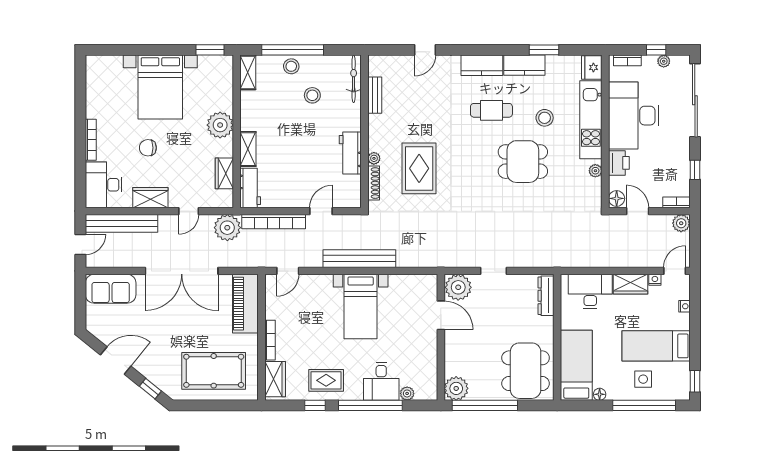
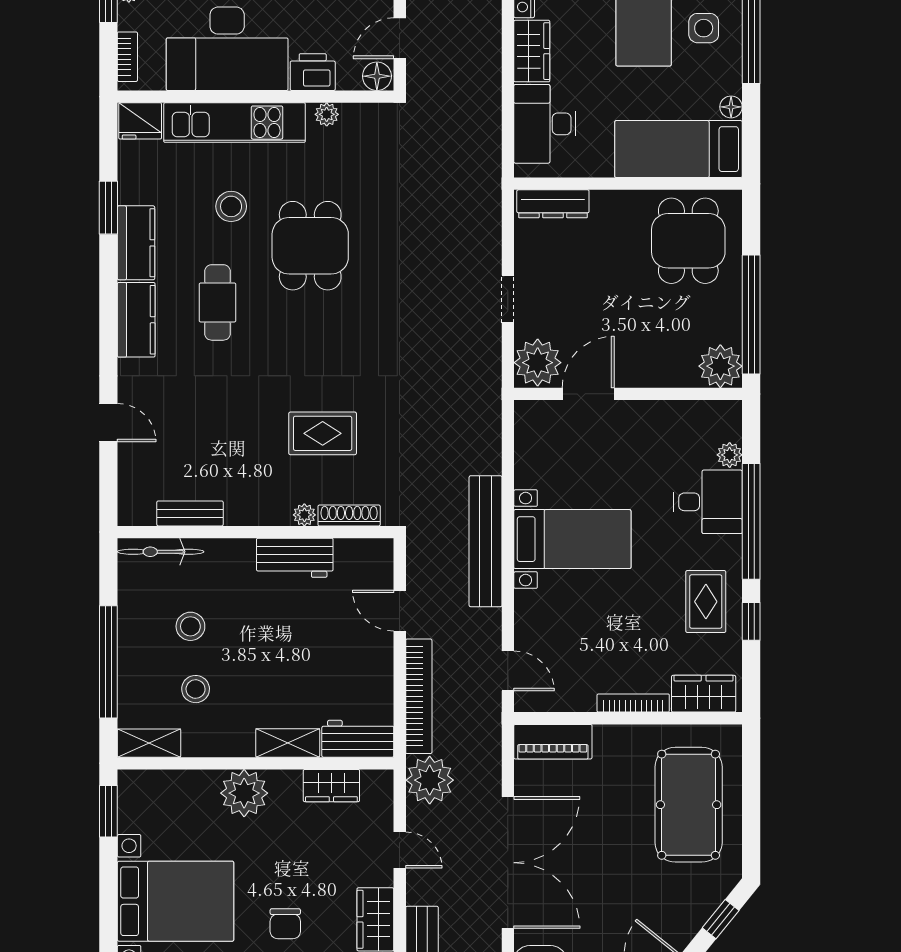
stool: (291, 66) -> (196, 689), moved
rug: (419, 168) -> (323, 433), width x0.73, depth x0.70
piano: (245, 304) -> (553, 742), width x0.73, depth x0.75
dining table: (526, 371) -> (688, 241), width x0.73

